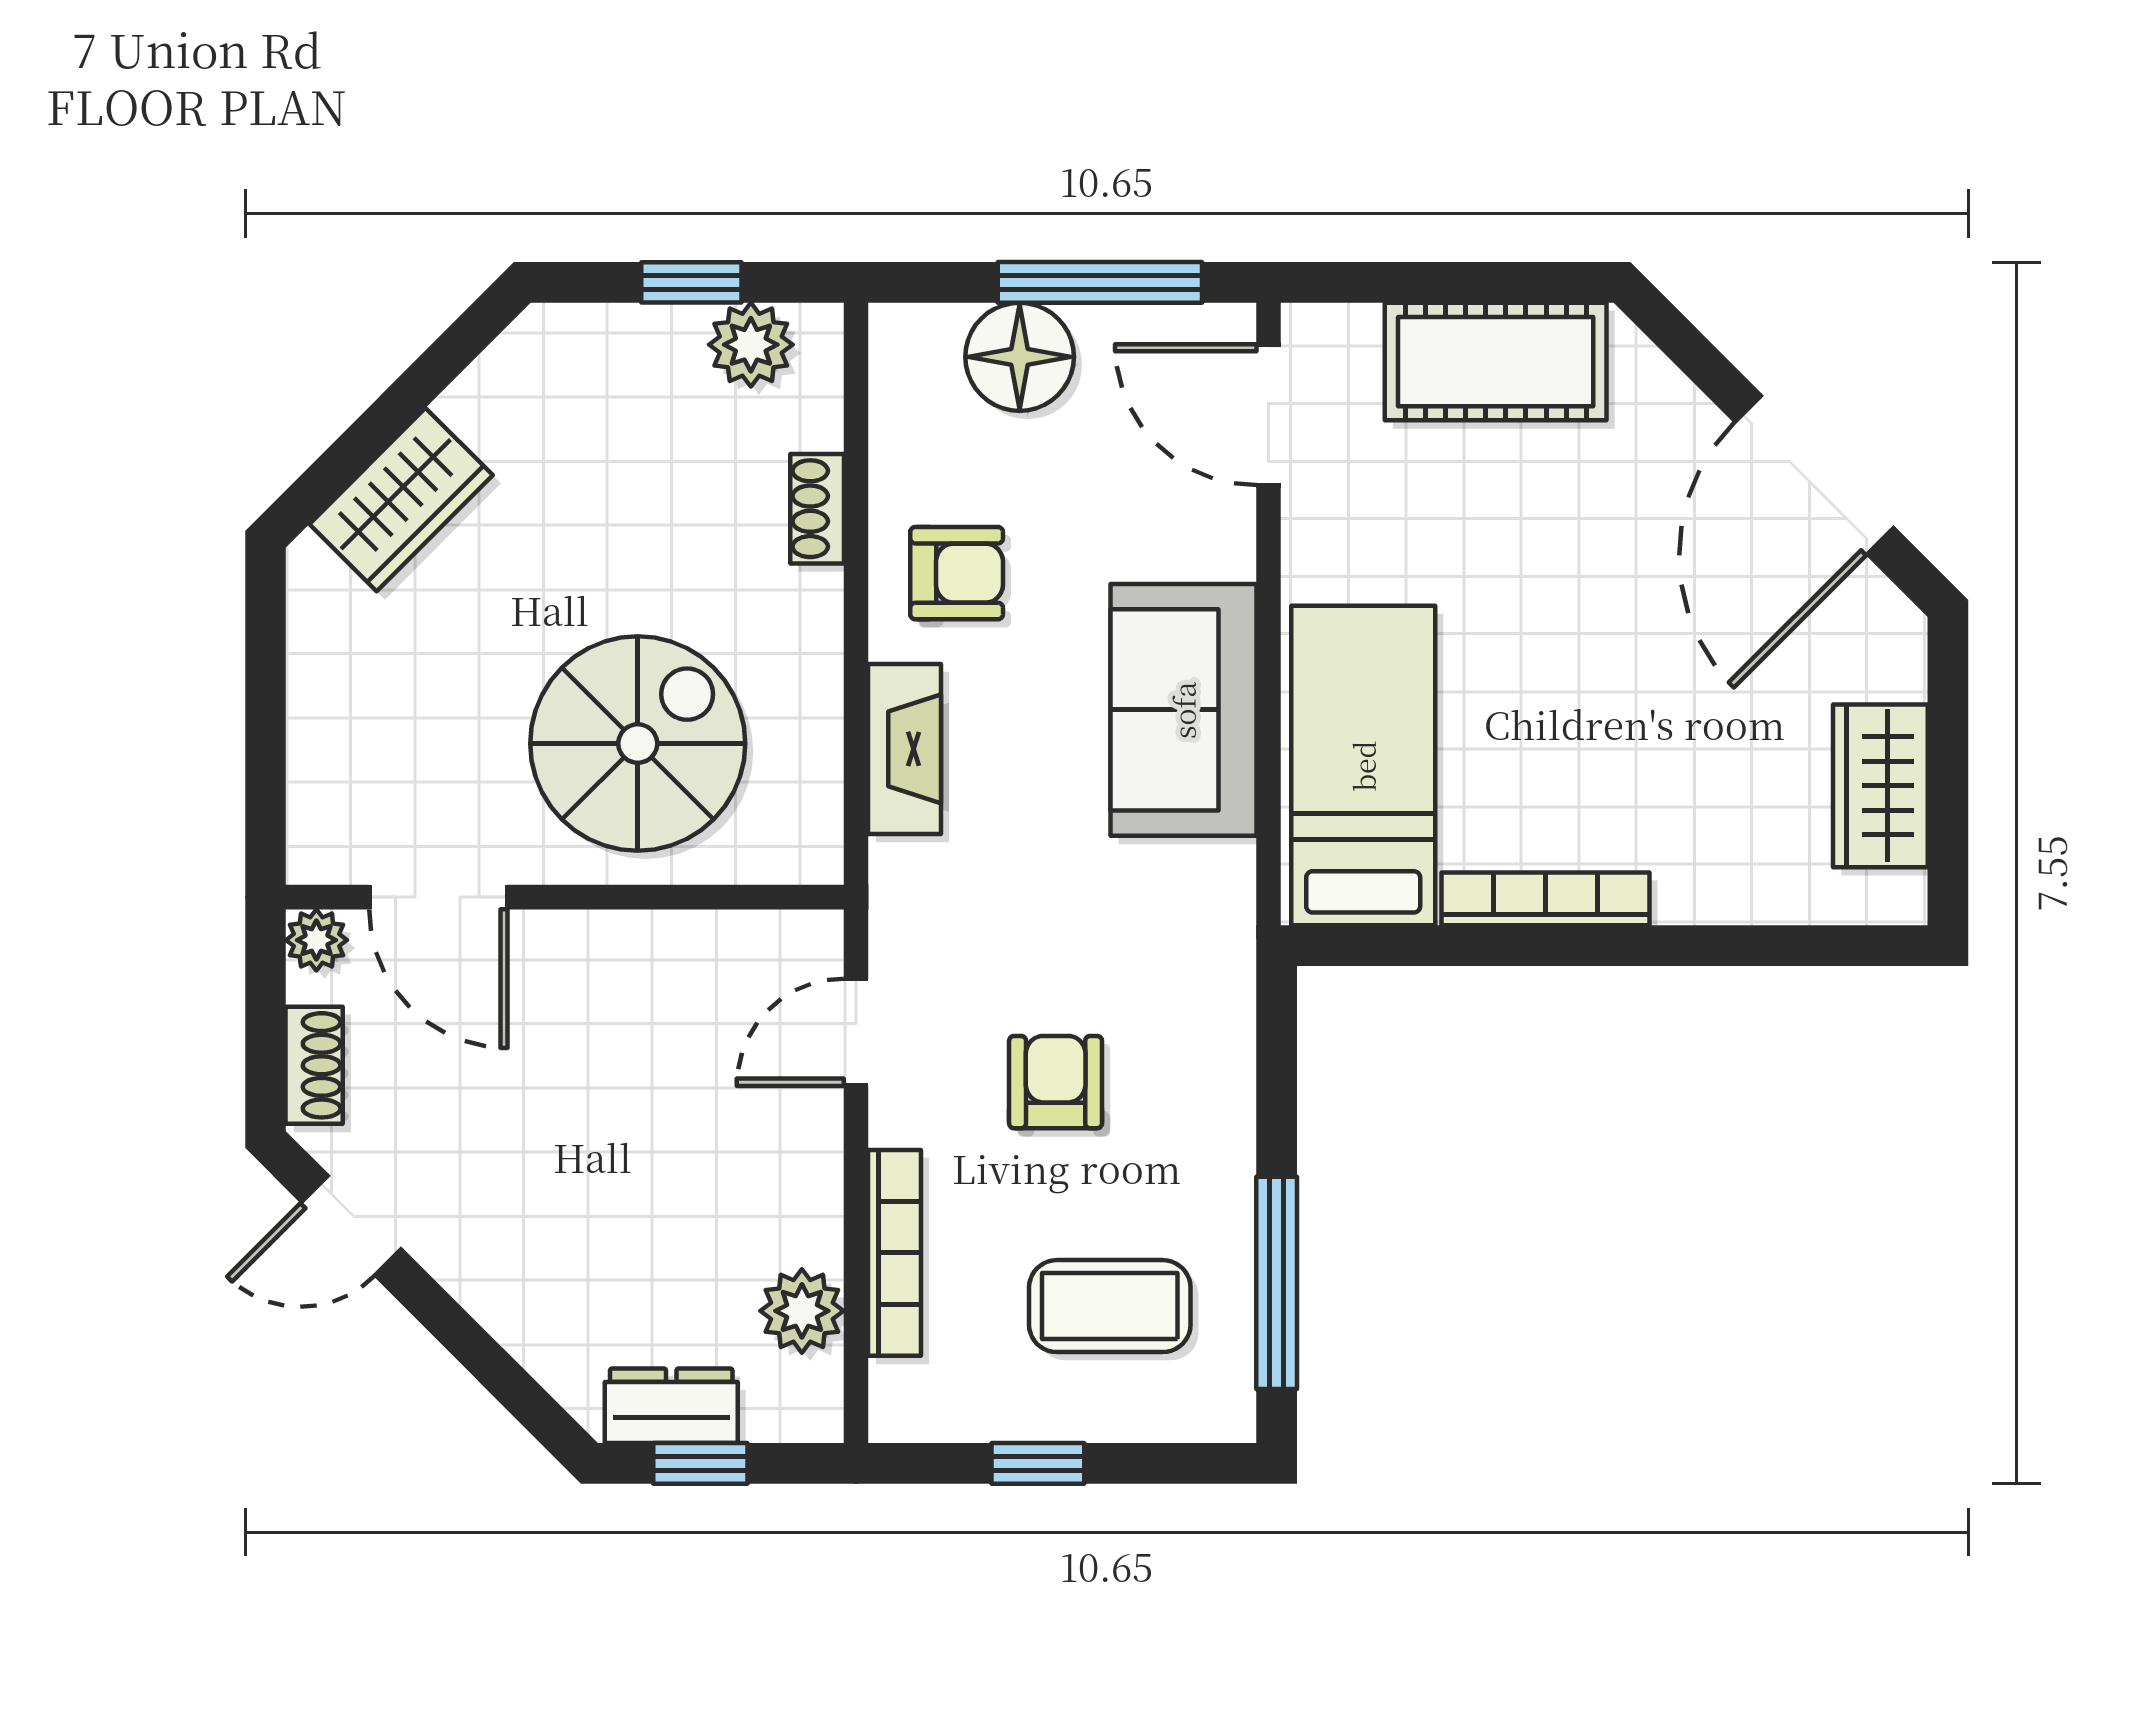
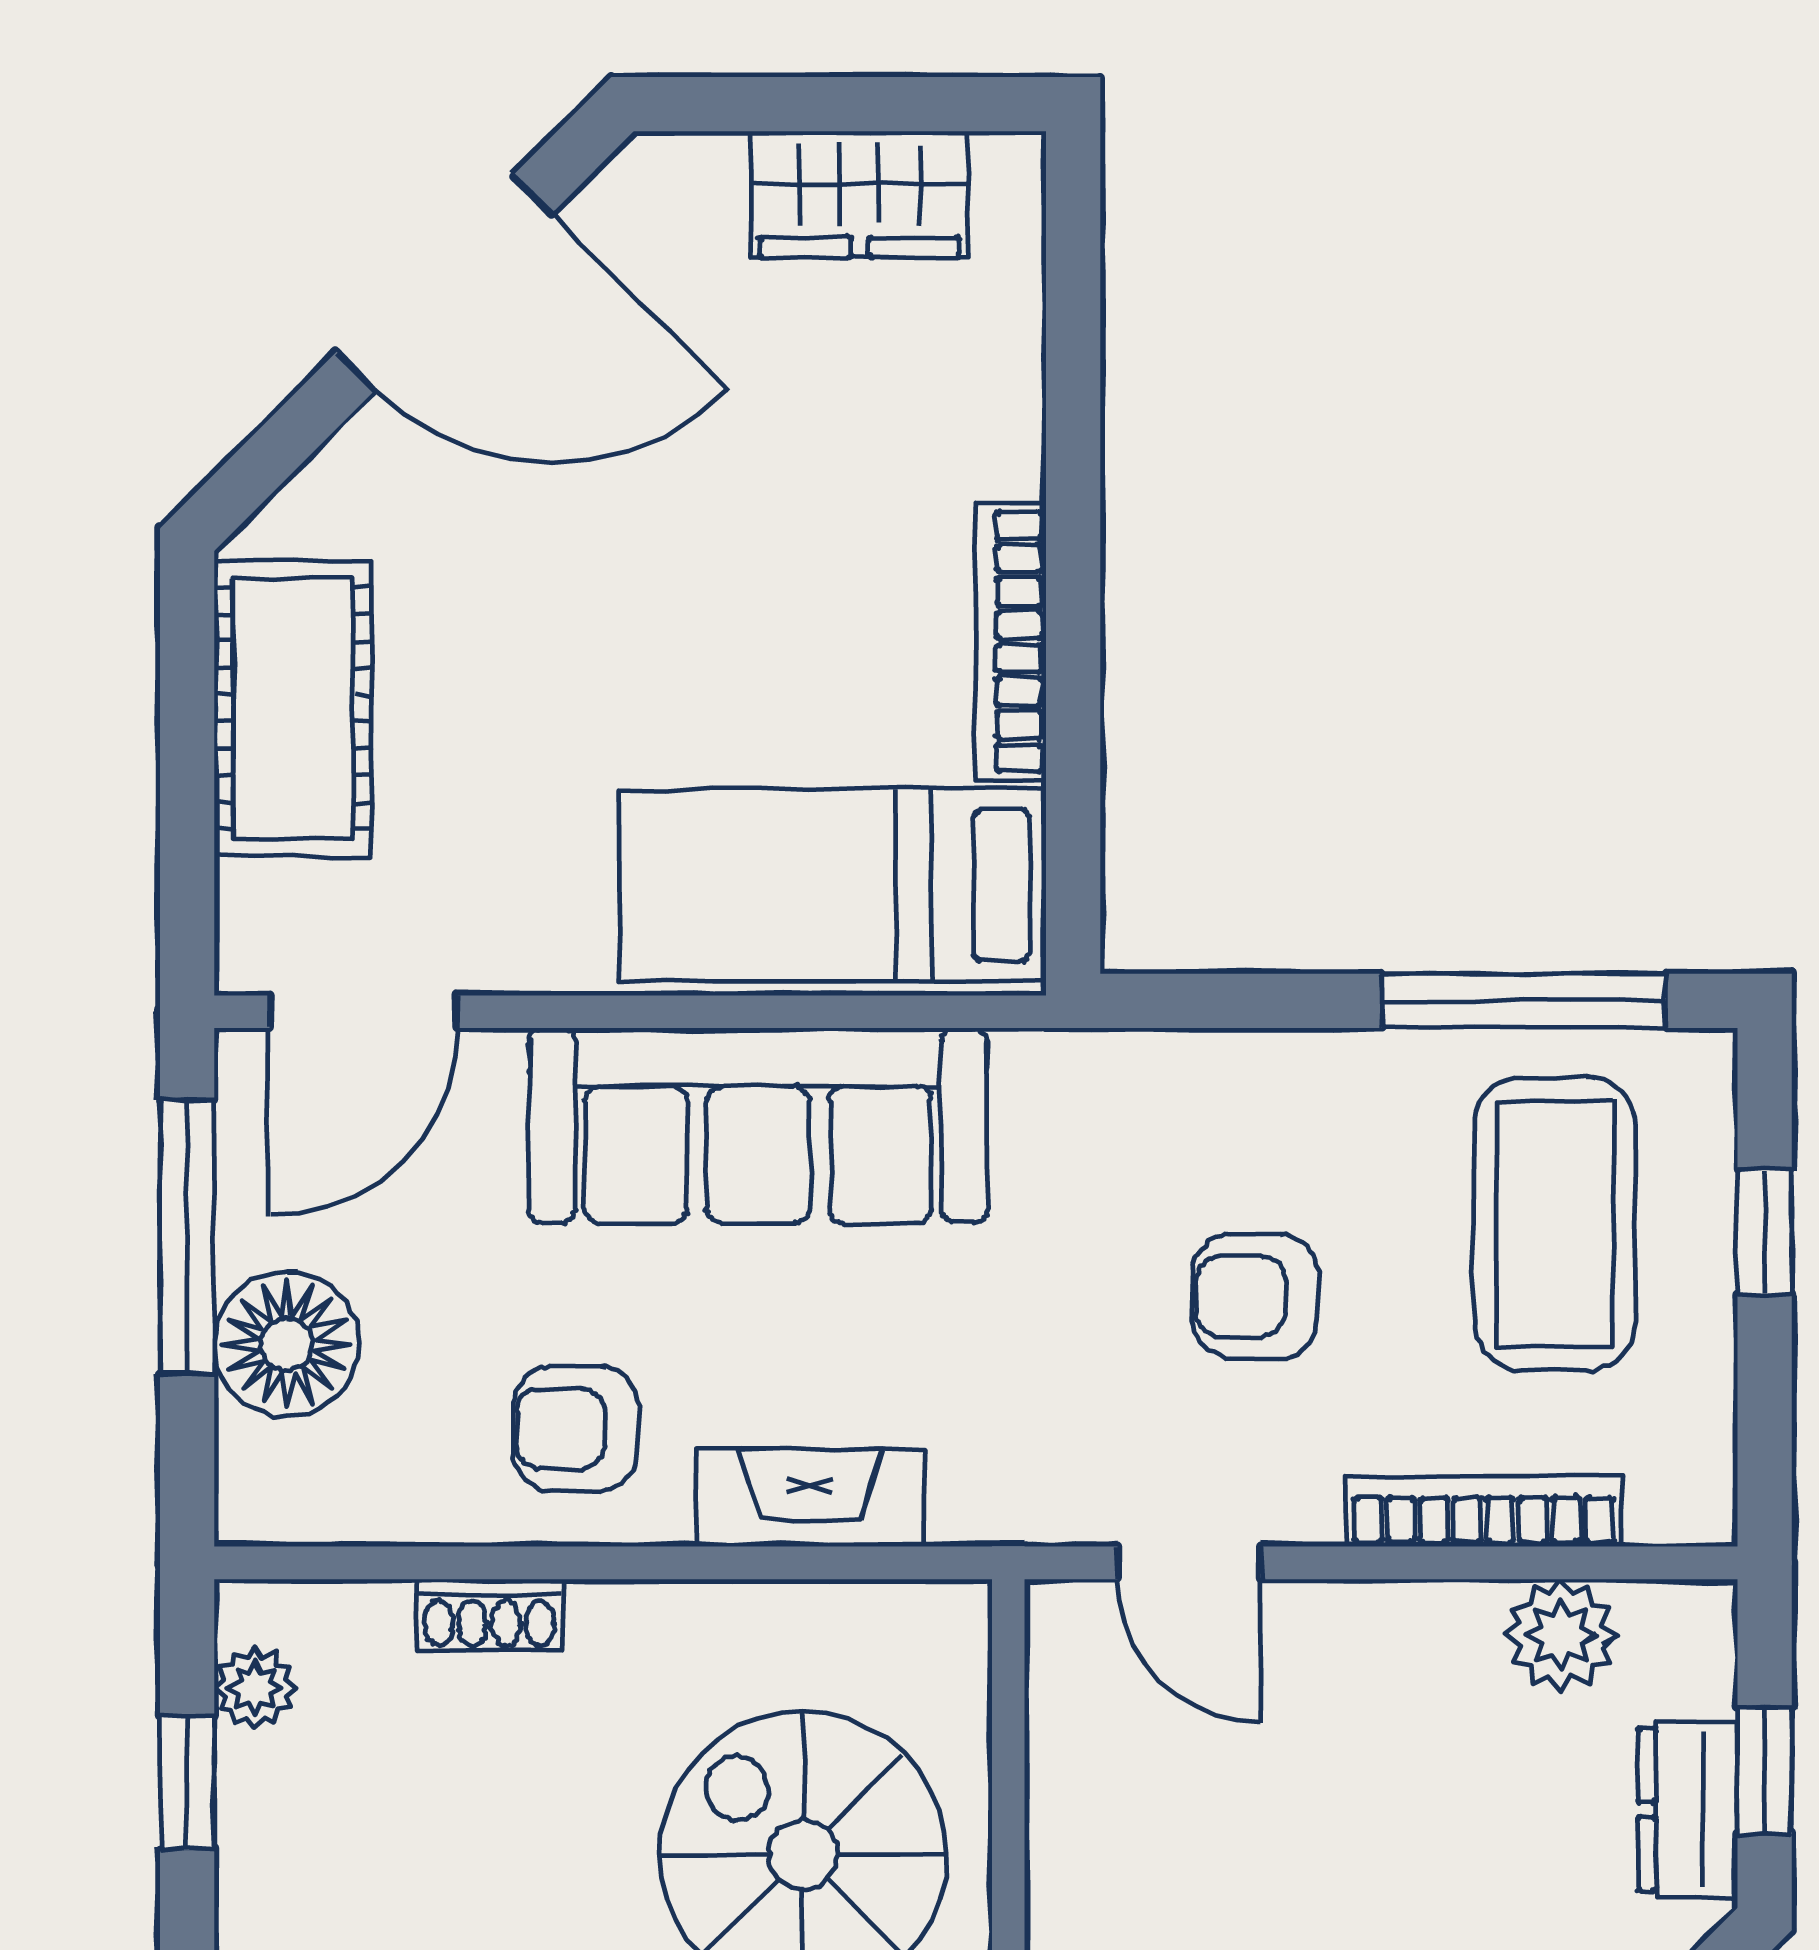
plant: (751, 345) -> (255, 1688), width x0.73, depth x0.73
armchair: (957, 573) -> (575, 1428), turned -90
sofa: (1183, 710) -> (758, 1125), width x1.36
coffee table: (1110, 1306) -> (1555, 1224), width x1.36, depth x1.32
window: (1038, 1463) -> (1765, 1232), moved

